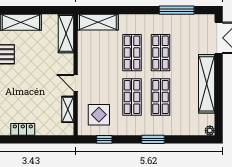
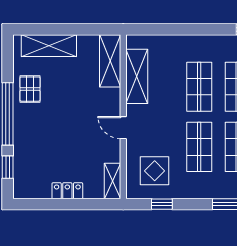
shelving: (98, 22) -> (137, 76), moved, turned 90
shelving: (68, 109) -> (112, 181), moved
locker: (23, 129) -> (67, 191), moved

